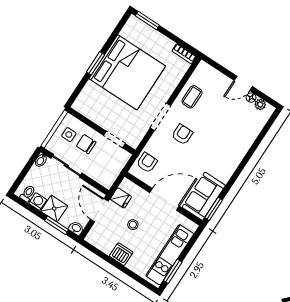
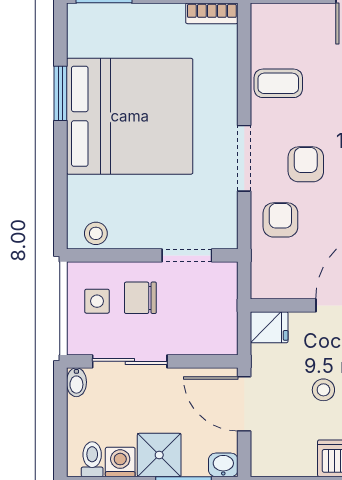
window: (95, 63) -> (60, 93), moved
coffee table: (192, 97) -> (278, 83), turned 90
stool: (85, 109) -> (96, 233), added
armchair: (147, 163) -> (280, 220), moved
fridge: (121, 198) -> (269, 327), moved

